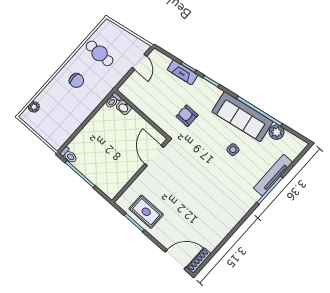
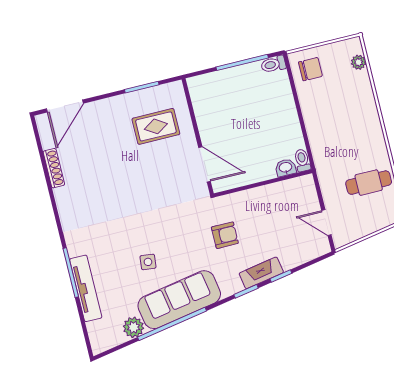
fireplace: (183, 72) -> (261, 273), moved
chair: (76, 81) -> (310, 69), moved, turned 180
rug: (146, 212) -> (156, 126), moved
shoe rack: (199, 260) -> (54, 168), moved

